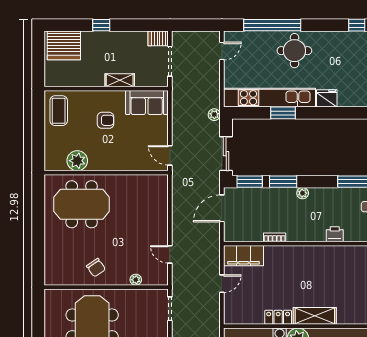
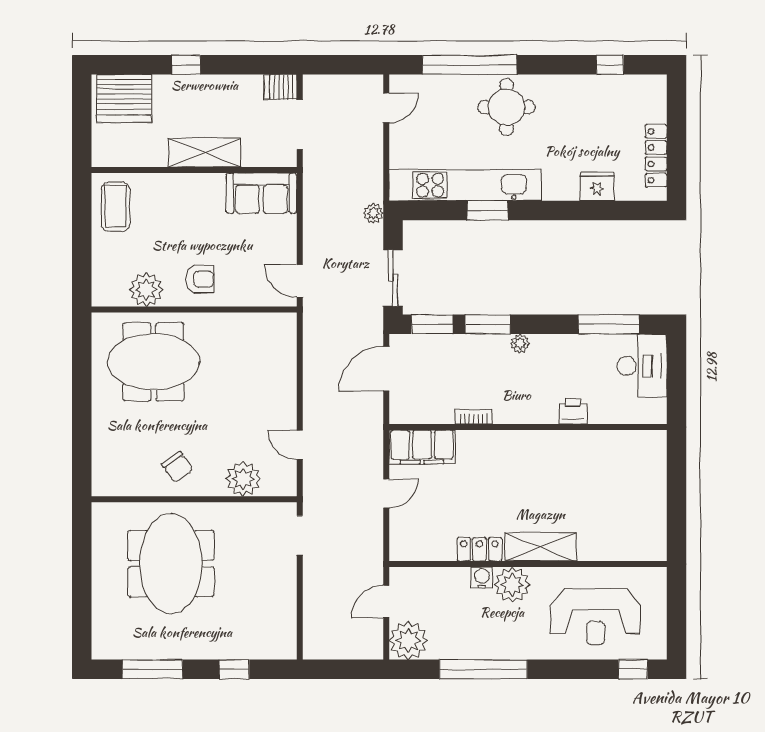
shelving: (120, 80) -> (205, 153), width x1.50, depth x1.33
fridge: (327, 98) -> (597, 186), moved
armchair: (105, 120) -> (200, 279), moved
plant: (136, 280) -> (243, 479), width x1.88, depth x1.88

